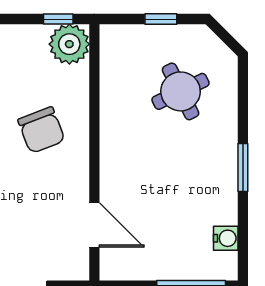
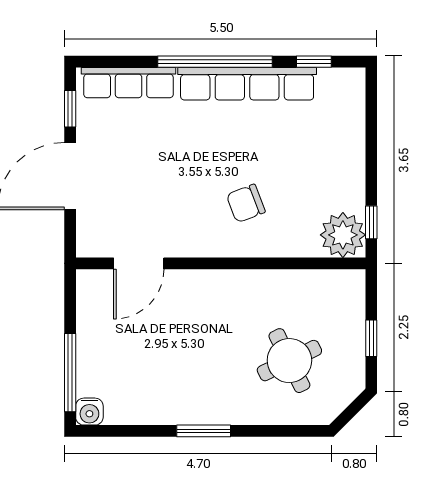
chair: (41, 130) -> (246, 203), width x0.73, depth x0.73
water cooler: (226, 238) -> (89, 412), moved

